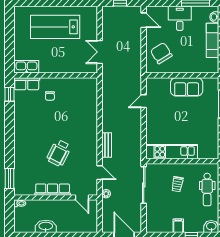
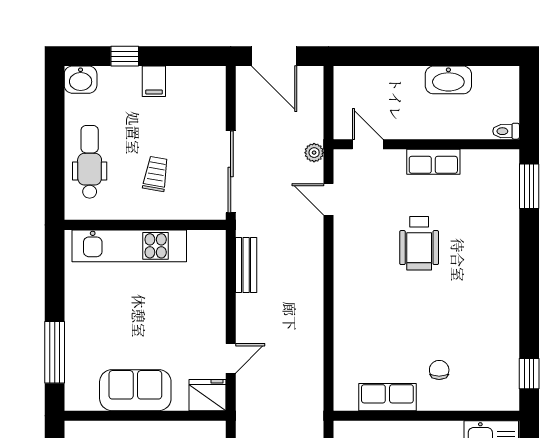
row of seats: (27, 84) -> (387, 397), moved
fridge: (154, 85) -> (207, 395), added
bench: (107, 145) -> (246, 265), moved
kitchen unit: (172, 152) -> (129, 246), moved
wheelchair: (59, 153) -> (419, 243), turned 153
row of seats: (53, 190) -> (433, 162), width x0.68

